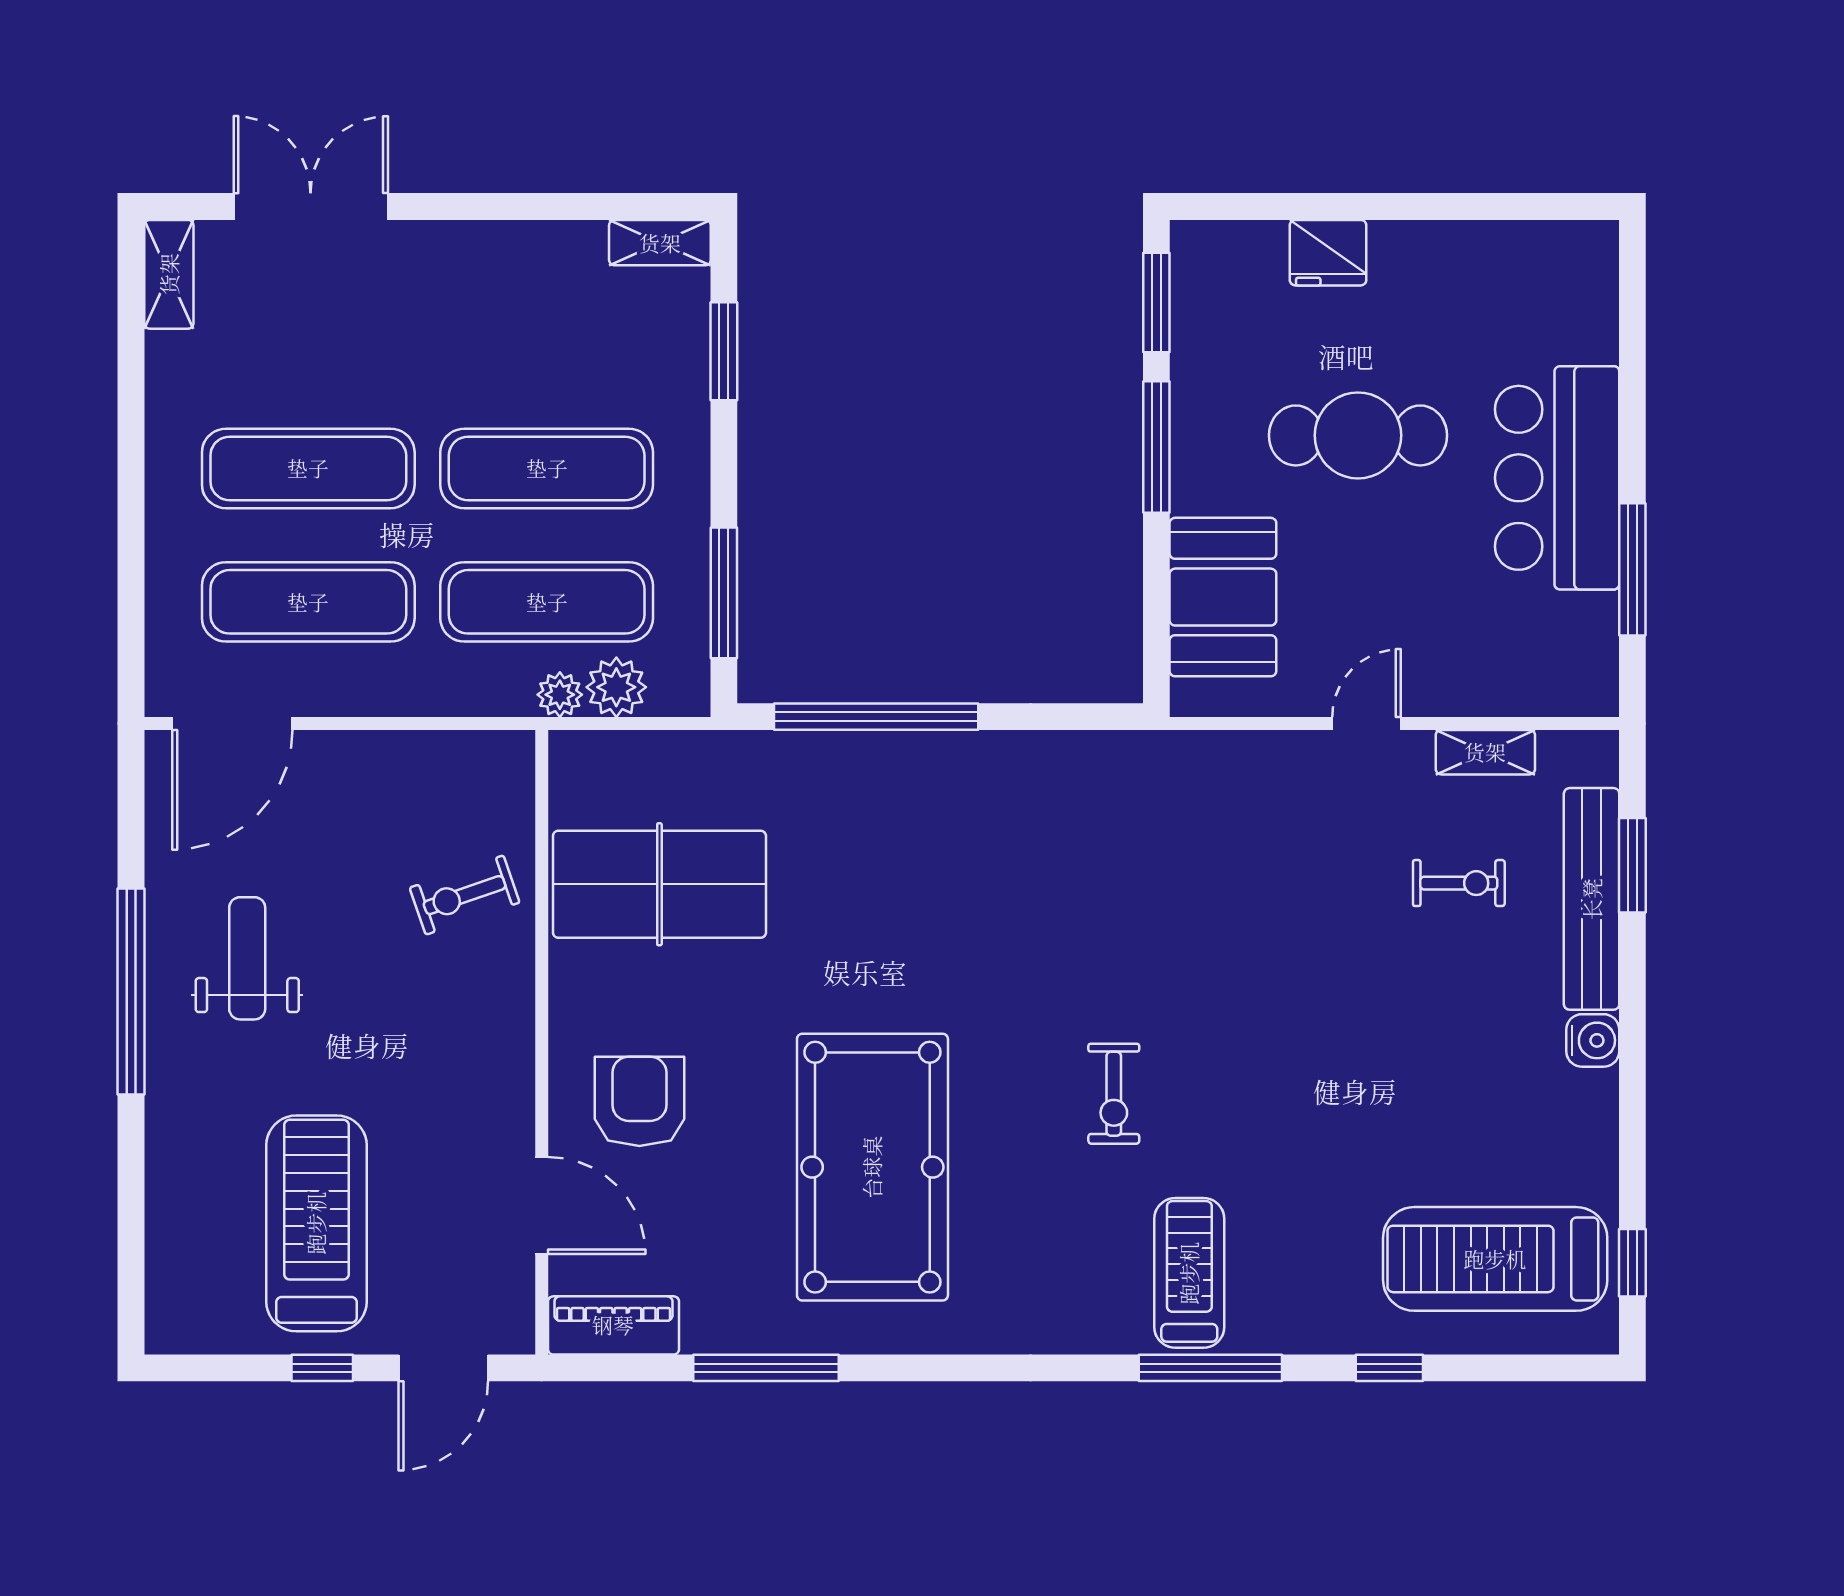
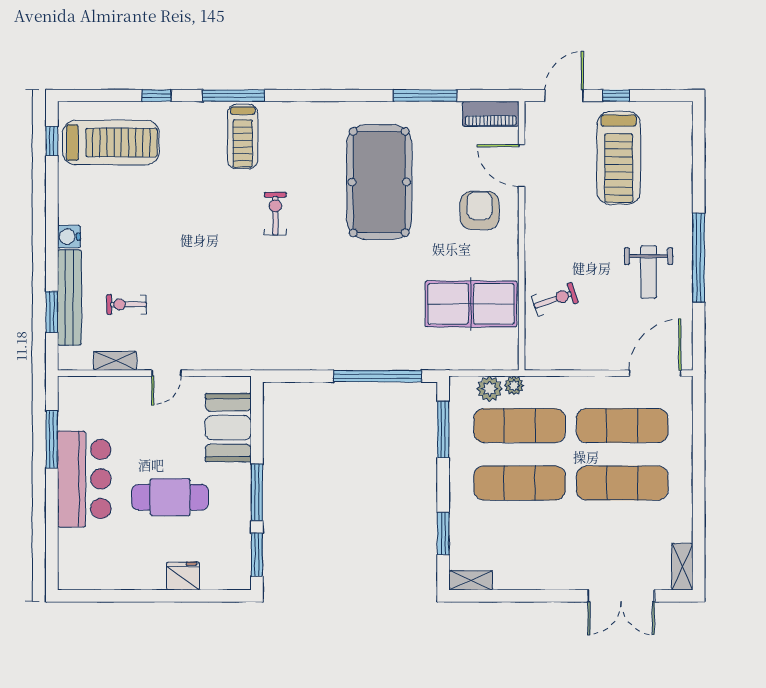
armchair: (639, 1101) -> (480, 210), turned 180

